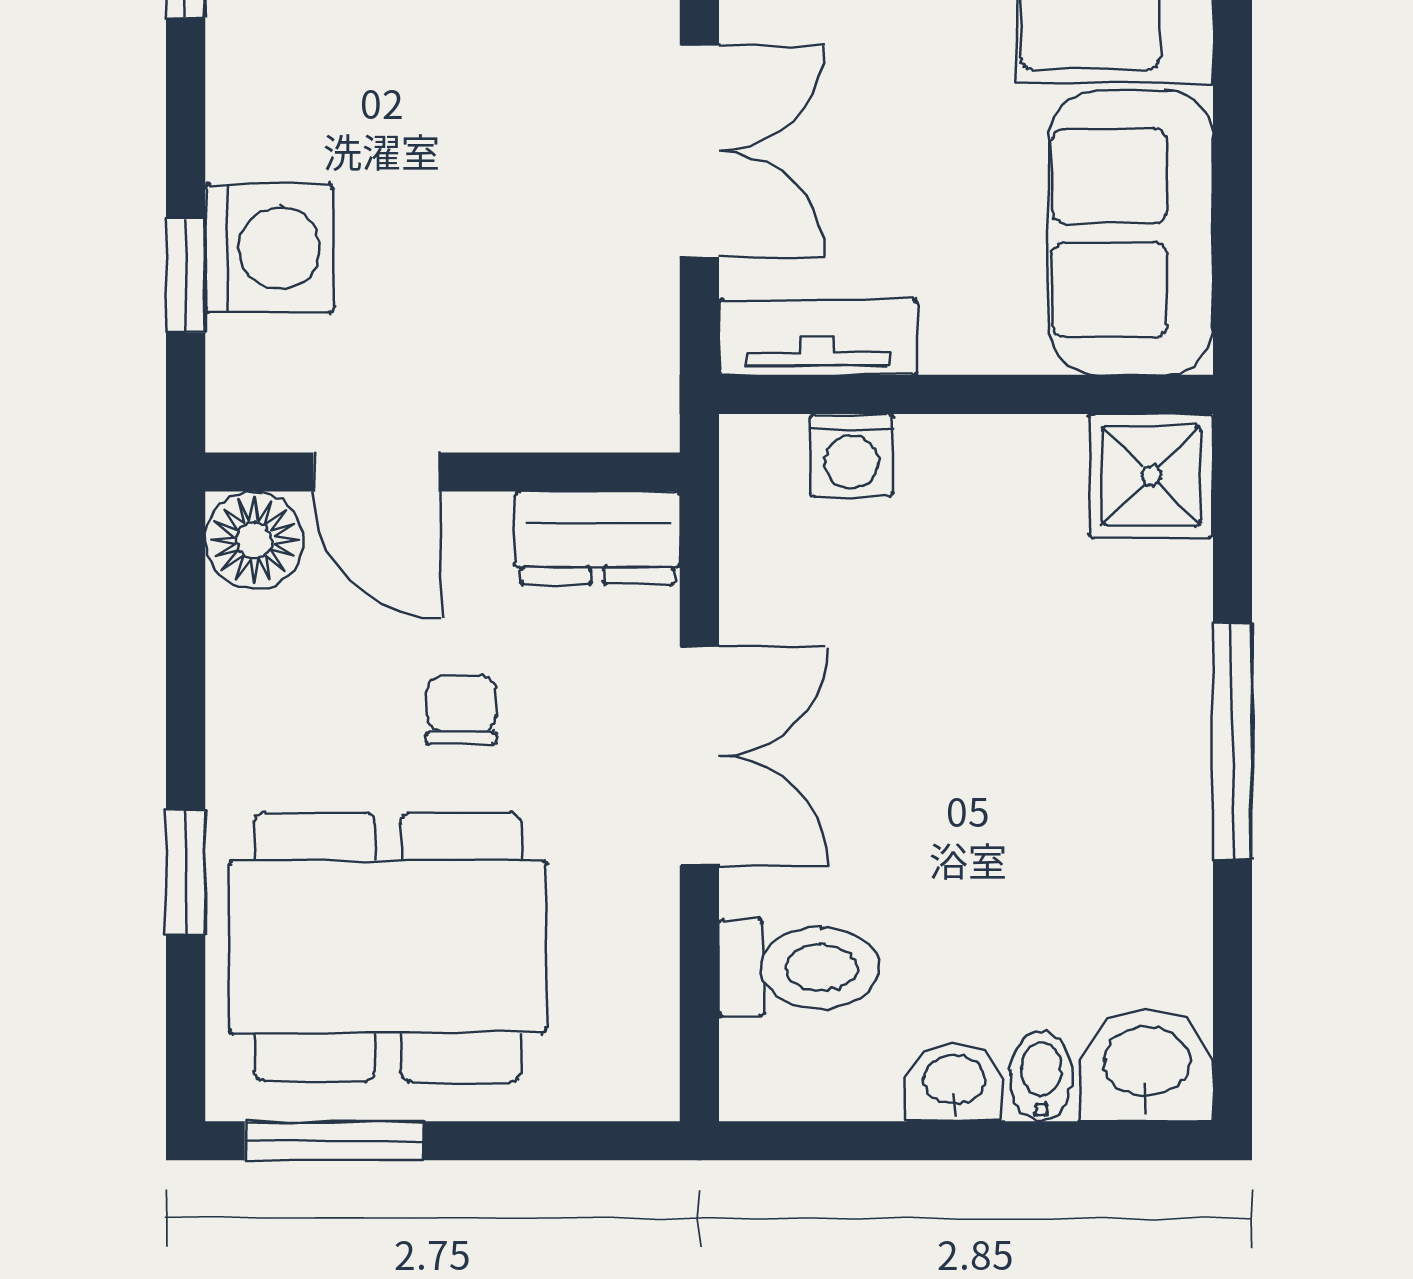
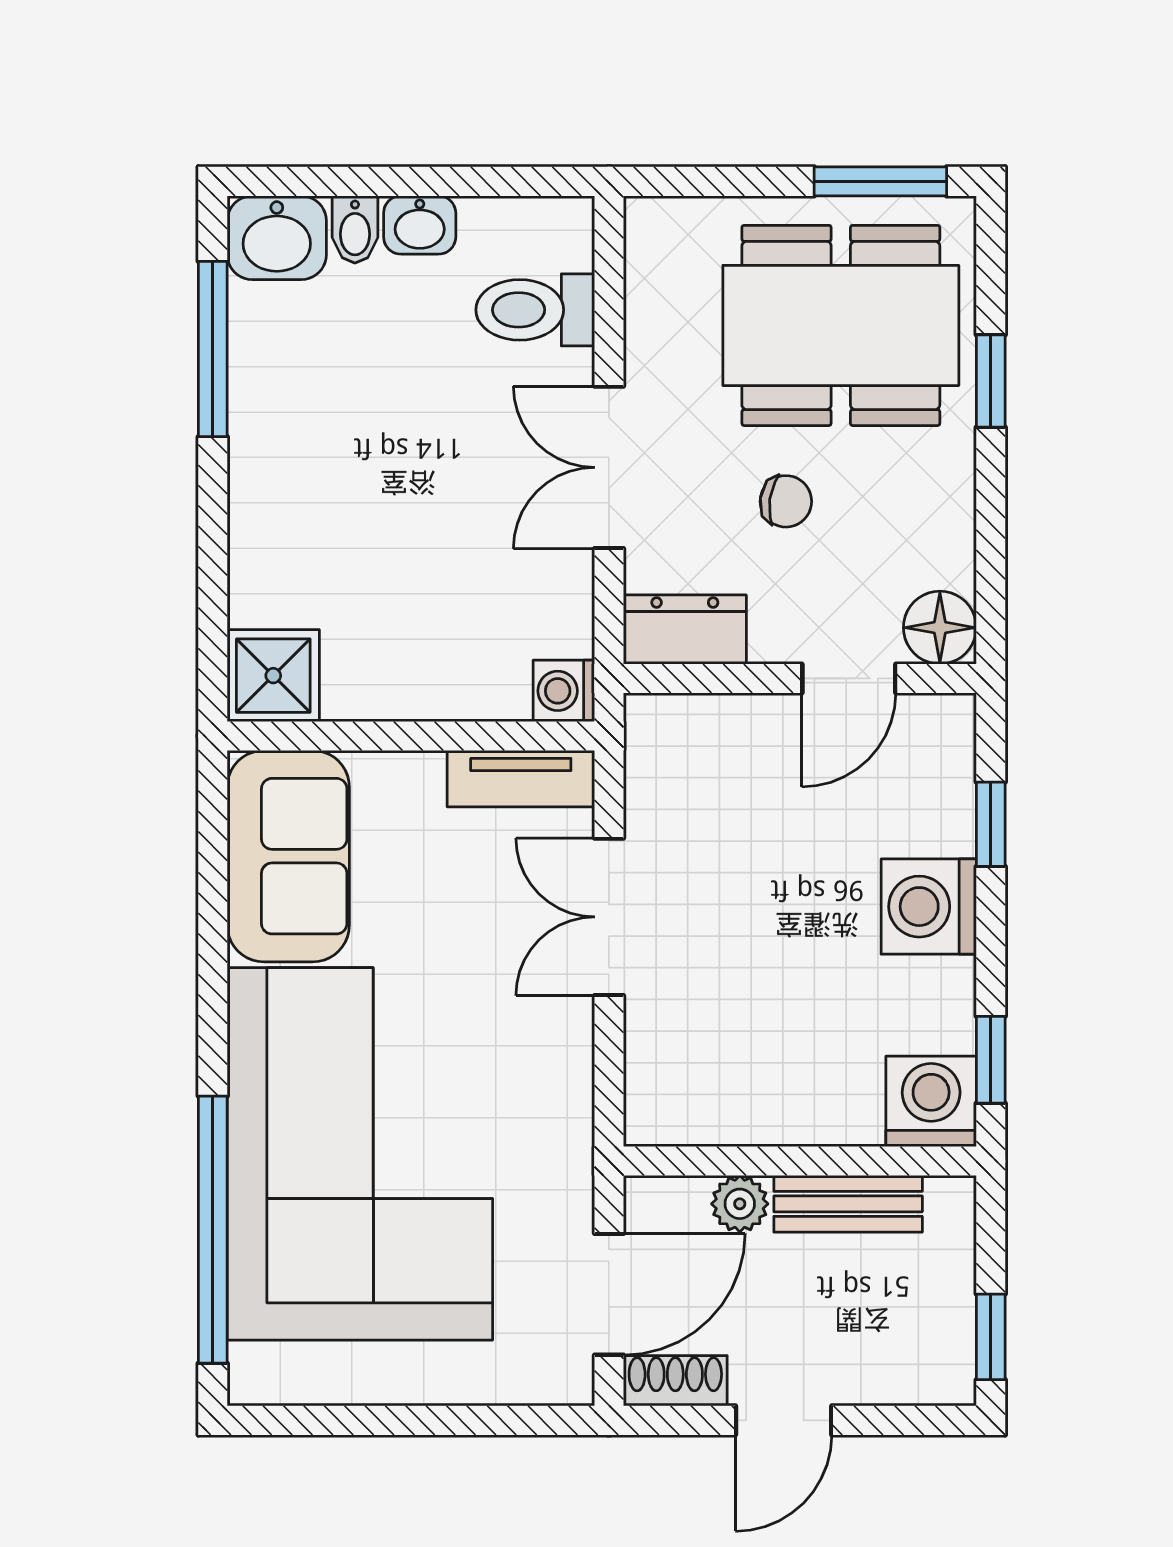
washing machine: (269, 248) -> (929, 907), moved
washing machine: (851, 455) -> (564, 691), moved, turned -90
door: (377, 472) -> (849, 678), swing flipped
chair: (461, 710) -> (786, 501), turned -82
window: (1233, 741) -> (213, 349), moved

